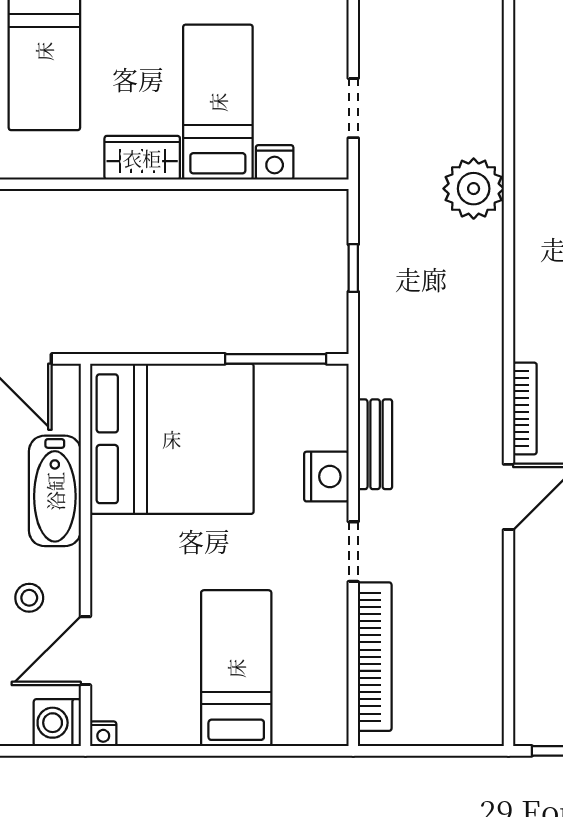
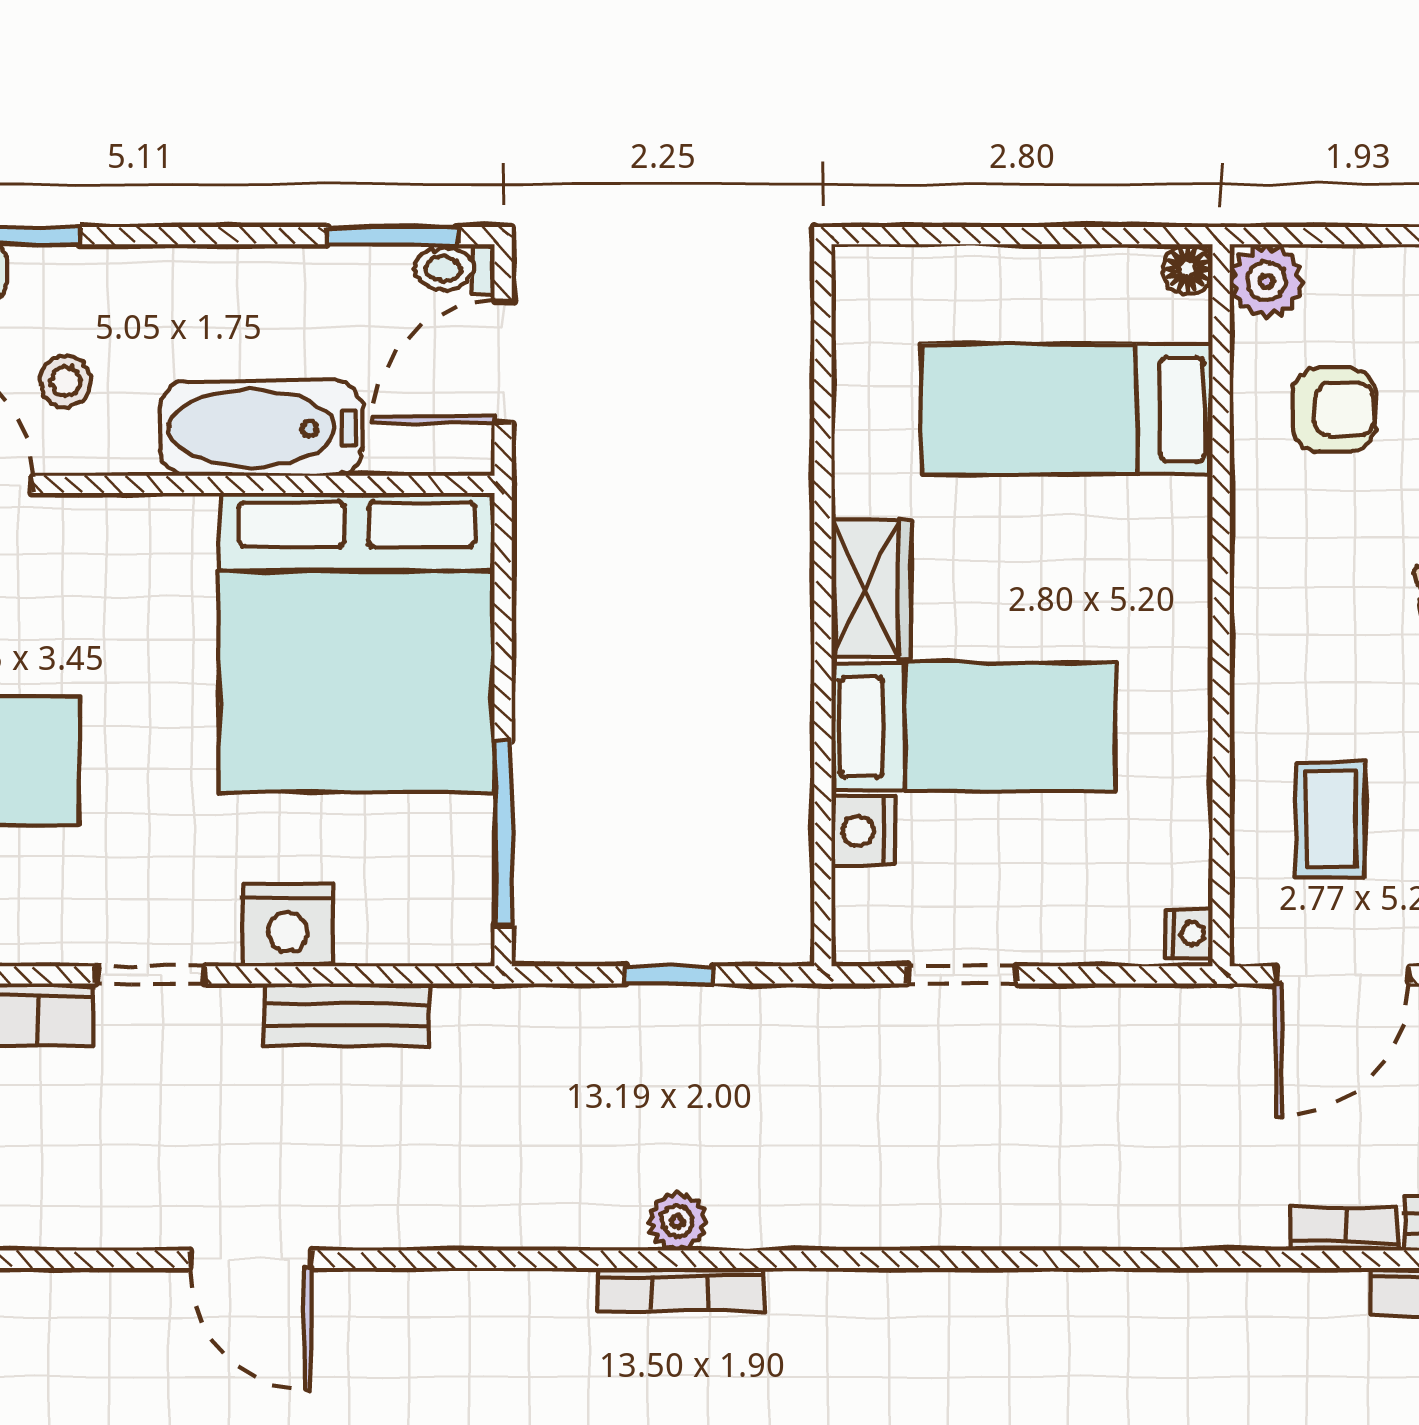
plant: (474, 189) -> (677, 1221), moved, width x0.53, depth x0.53
bookcase: (525, 408) -> (681, 1289), moved

